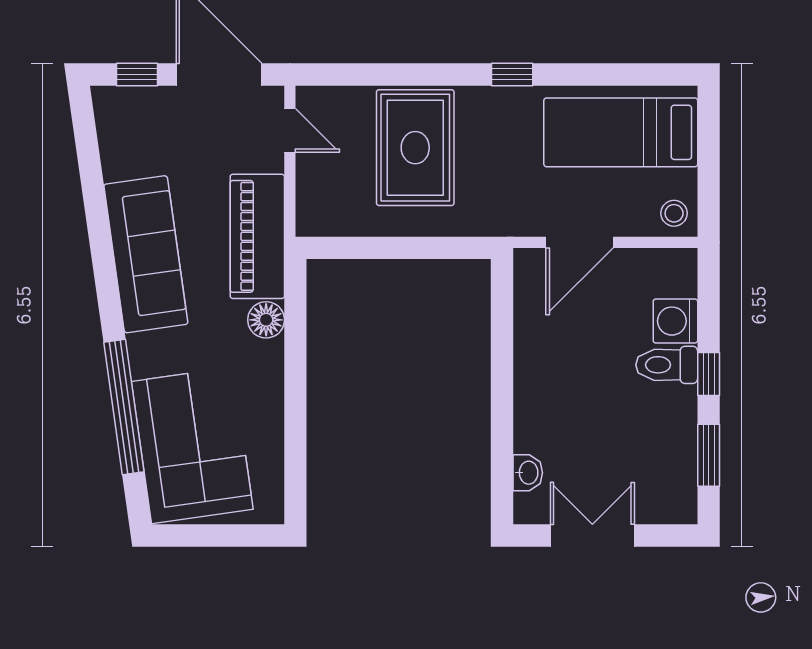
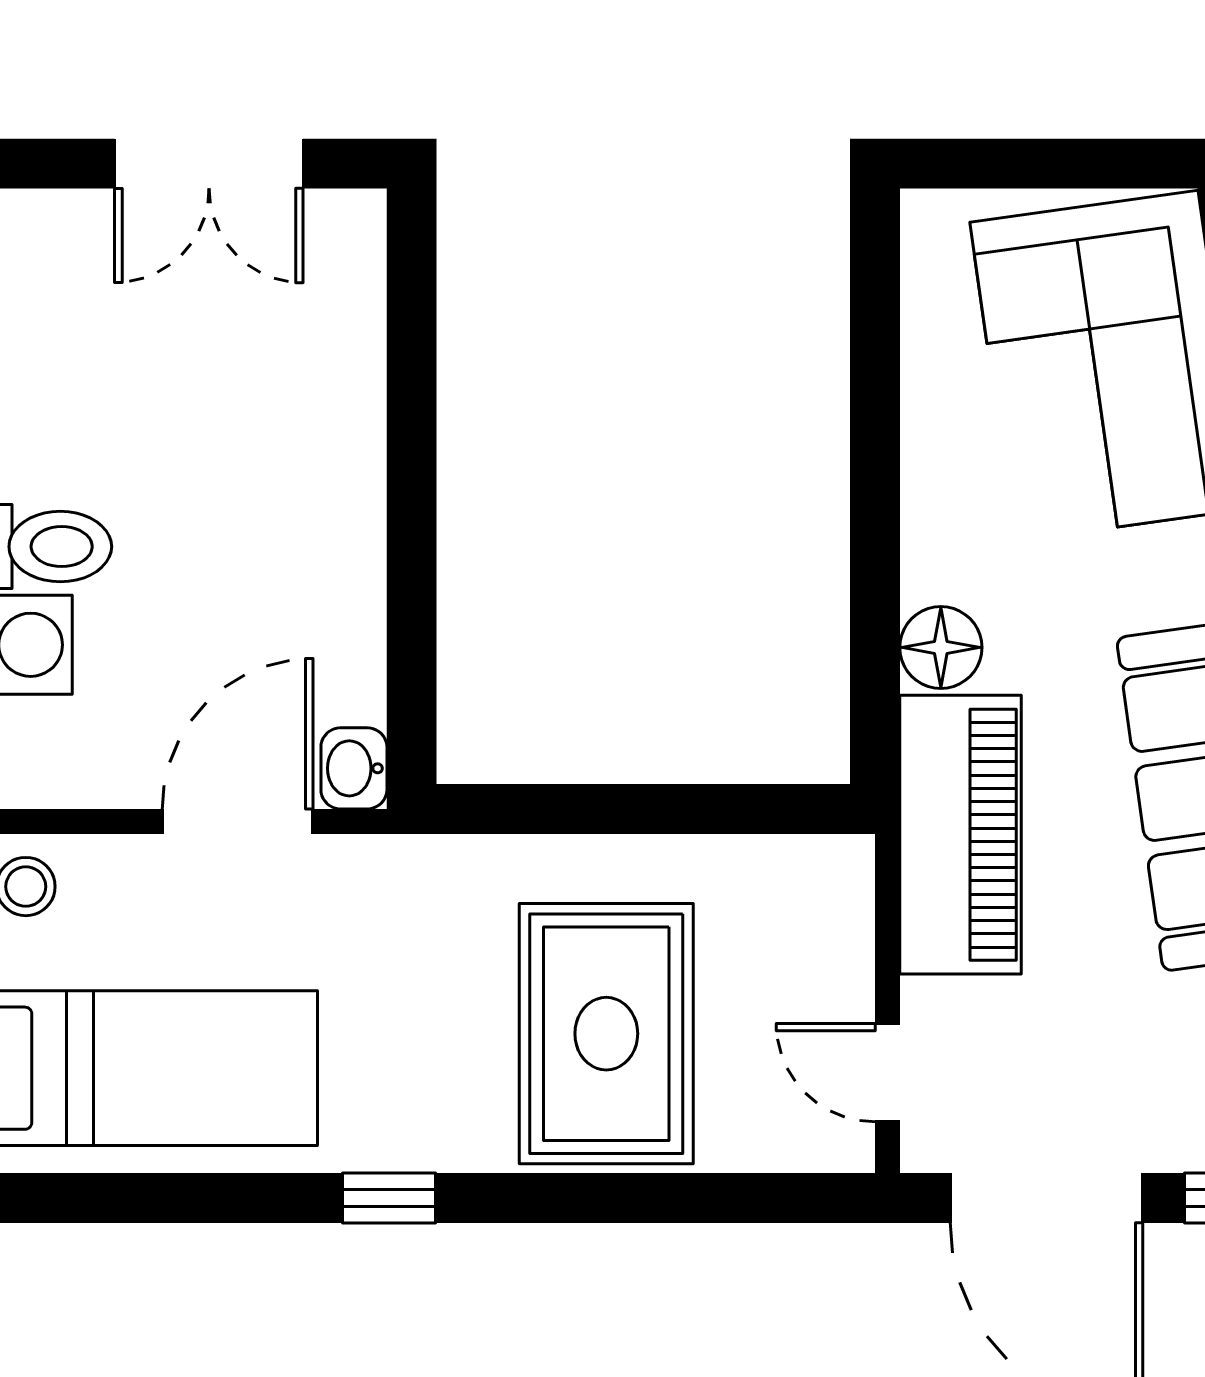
washbasin: (528, 473) -> (354, 768), moved

